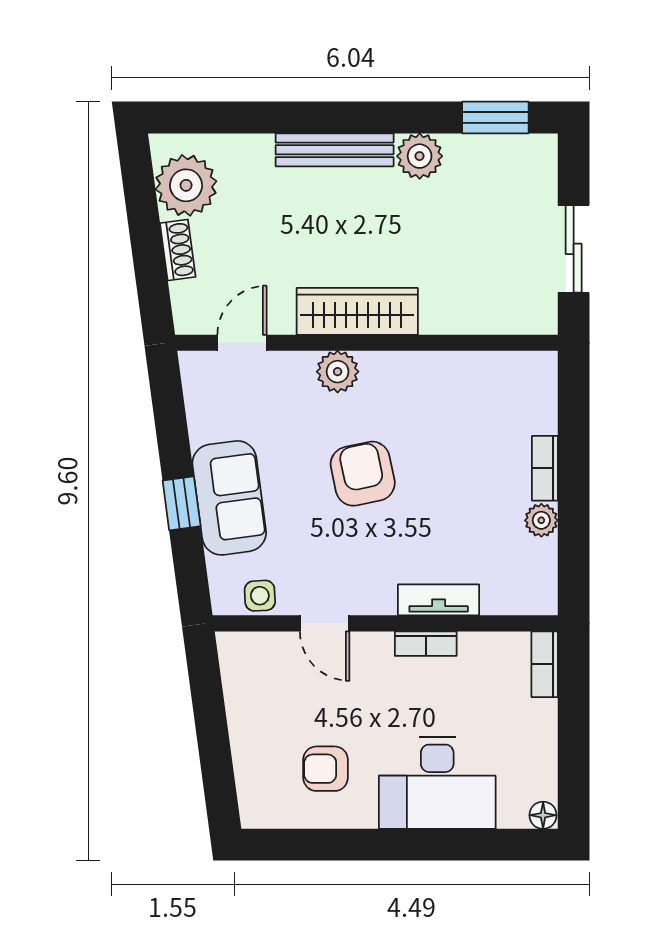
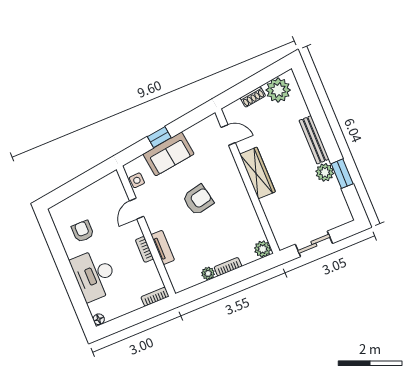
window: (495, 117) -> (342, 174), moved
plant: (338, 372) -> (263, 249), moved

